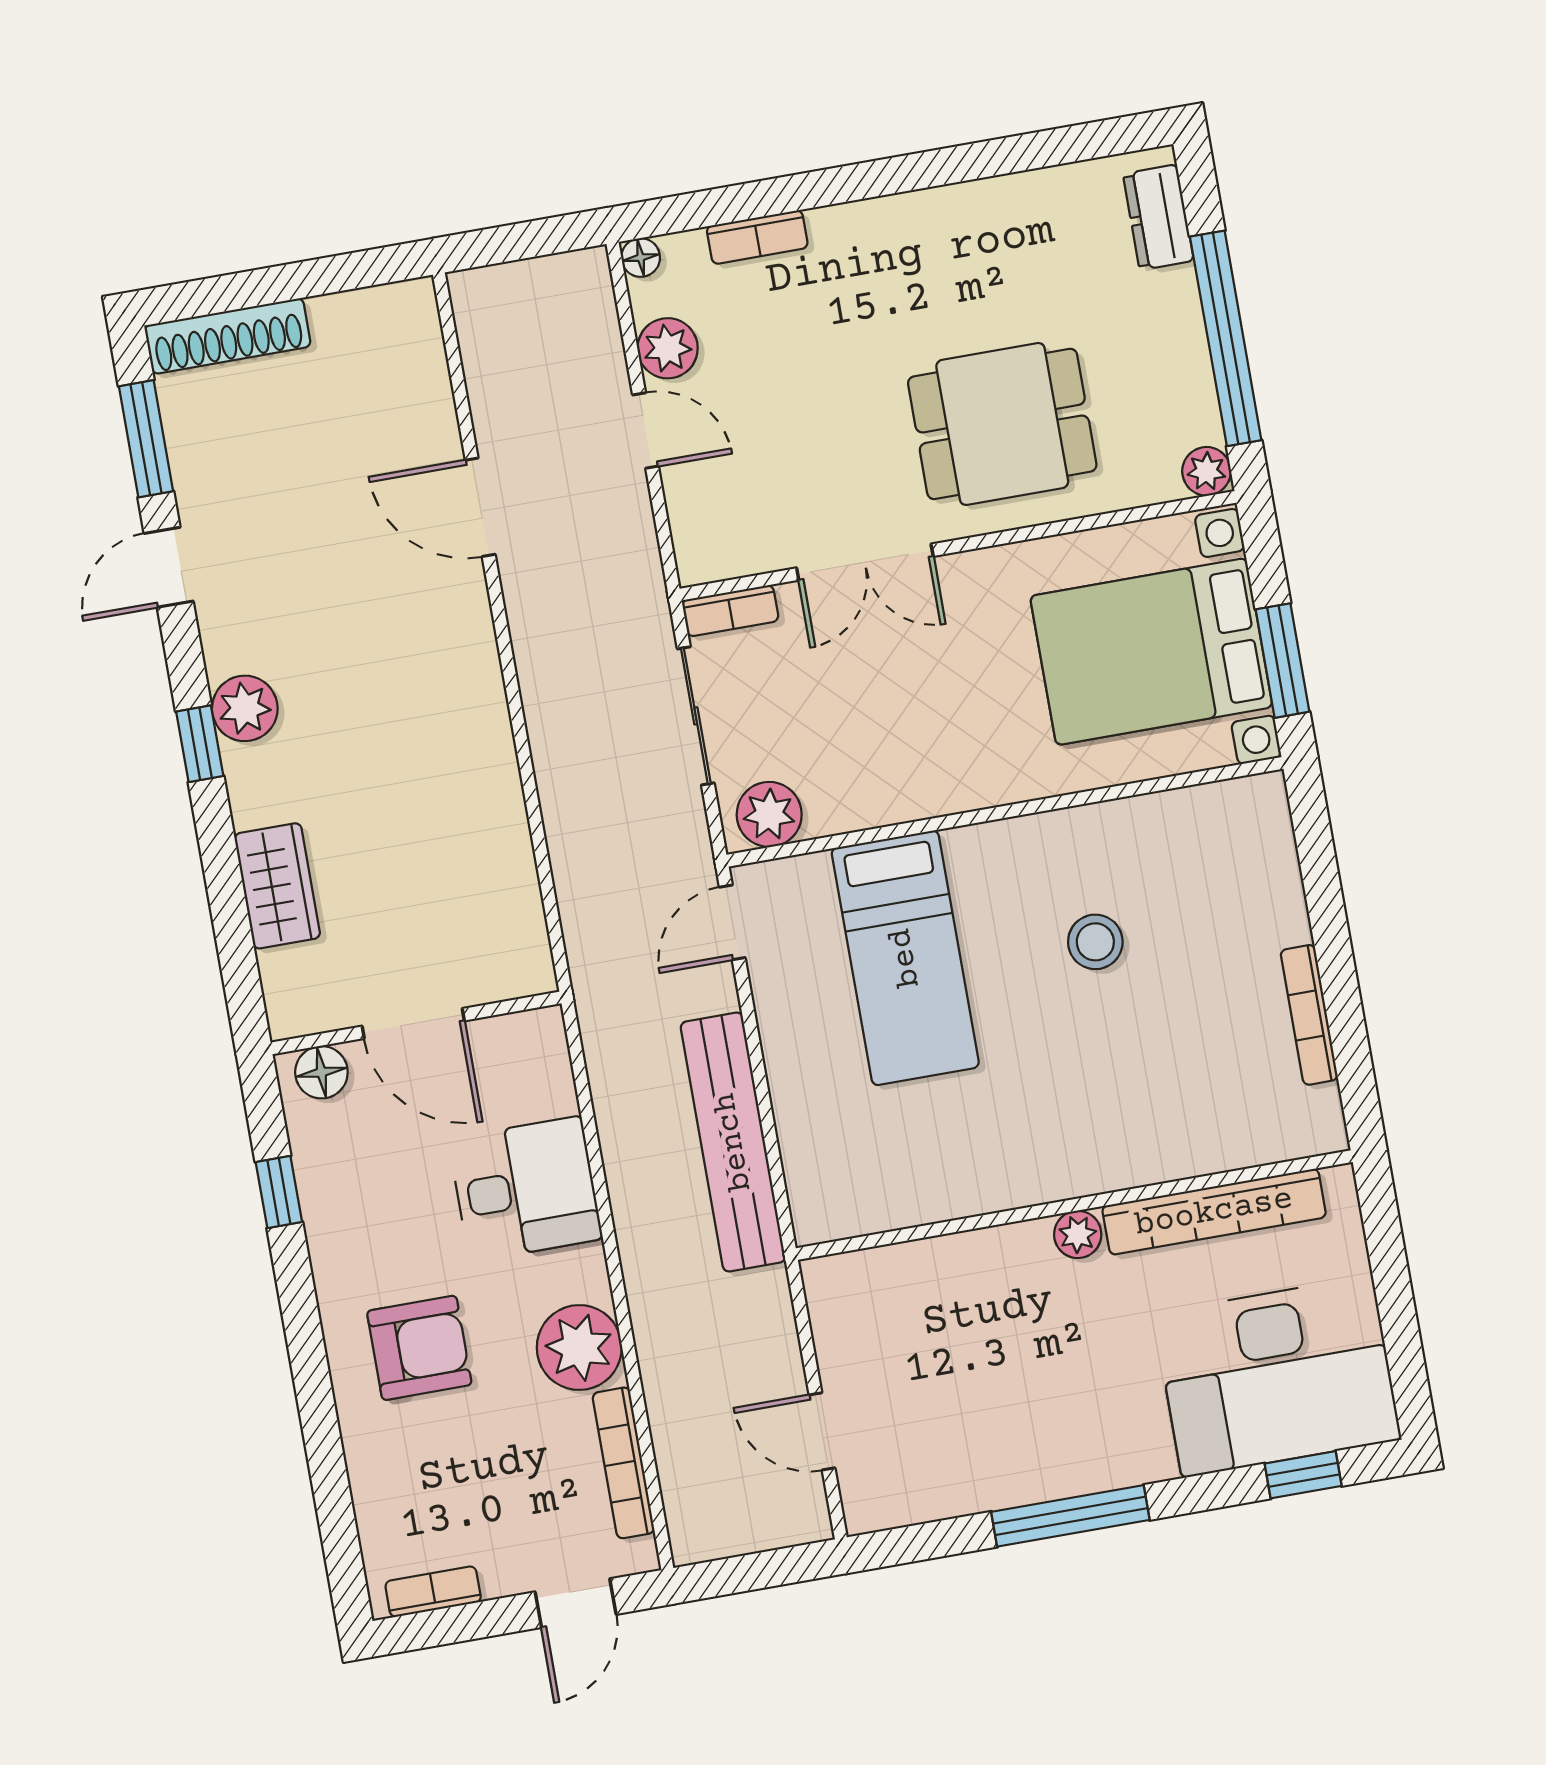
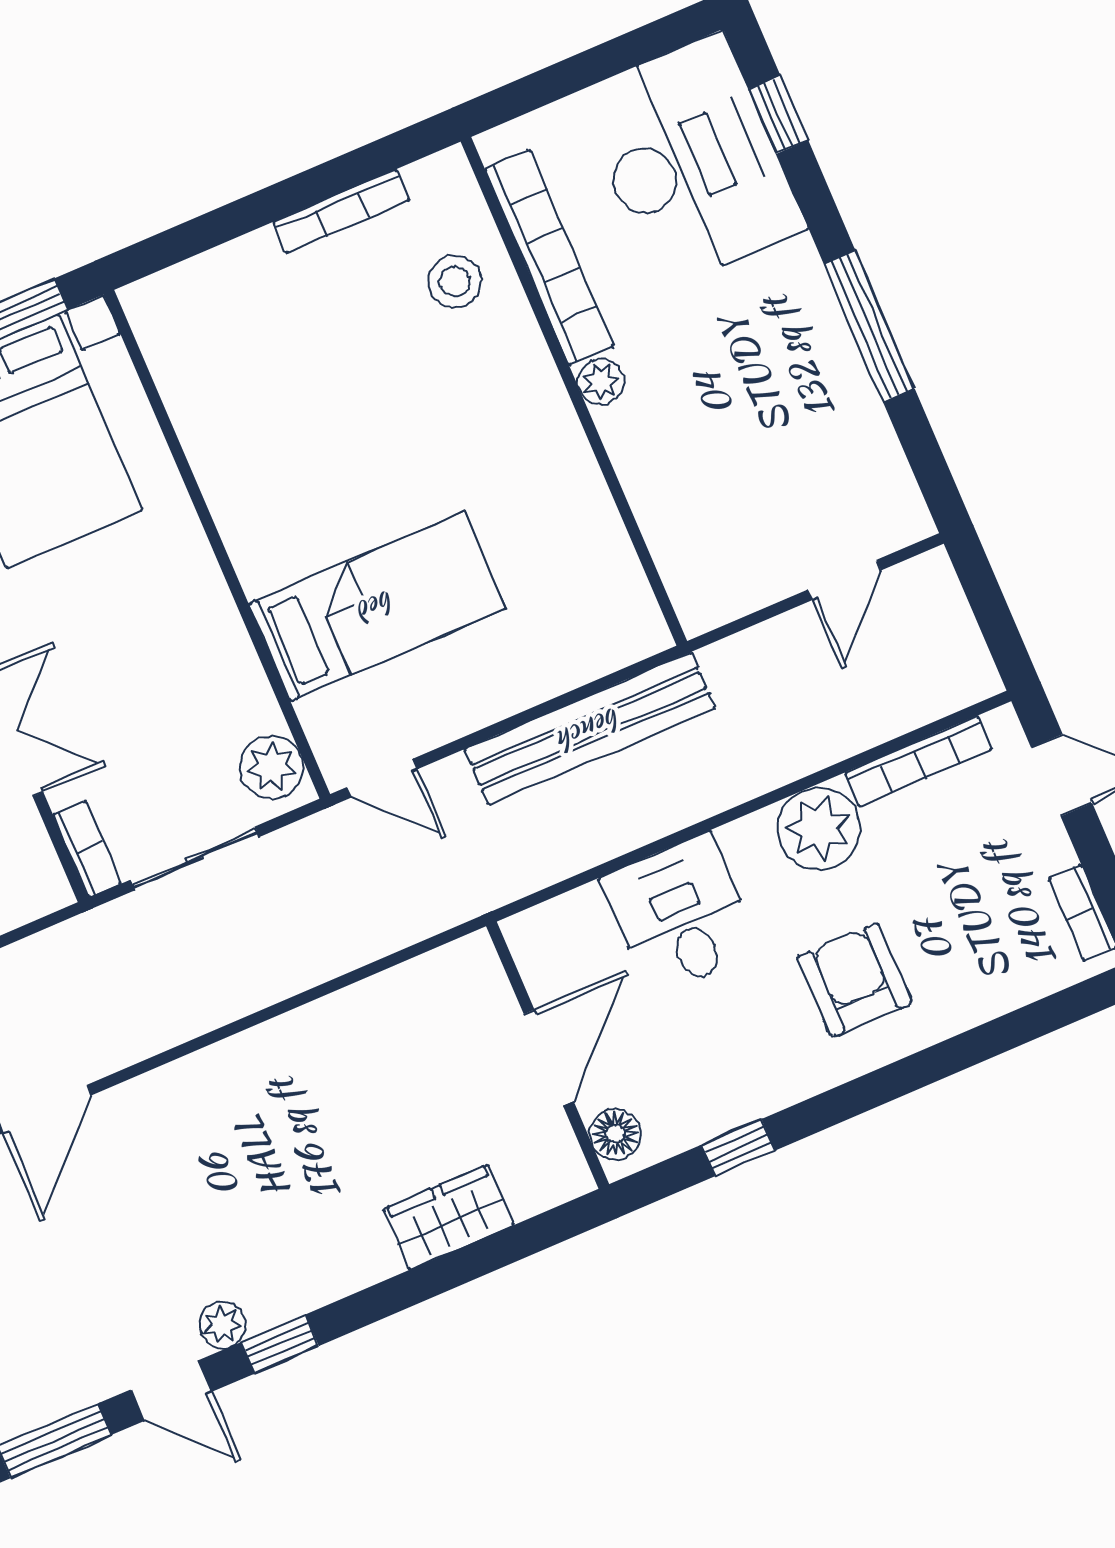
plant: (245, 708) -> (222, 1325), moved, width x0.73, depth x0.73
window: (200, 744) -> (280, 1344), moved
stool: (1095, 942) -> (455, 282), moved

